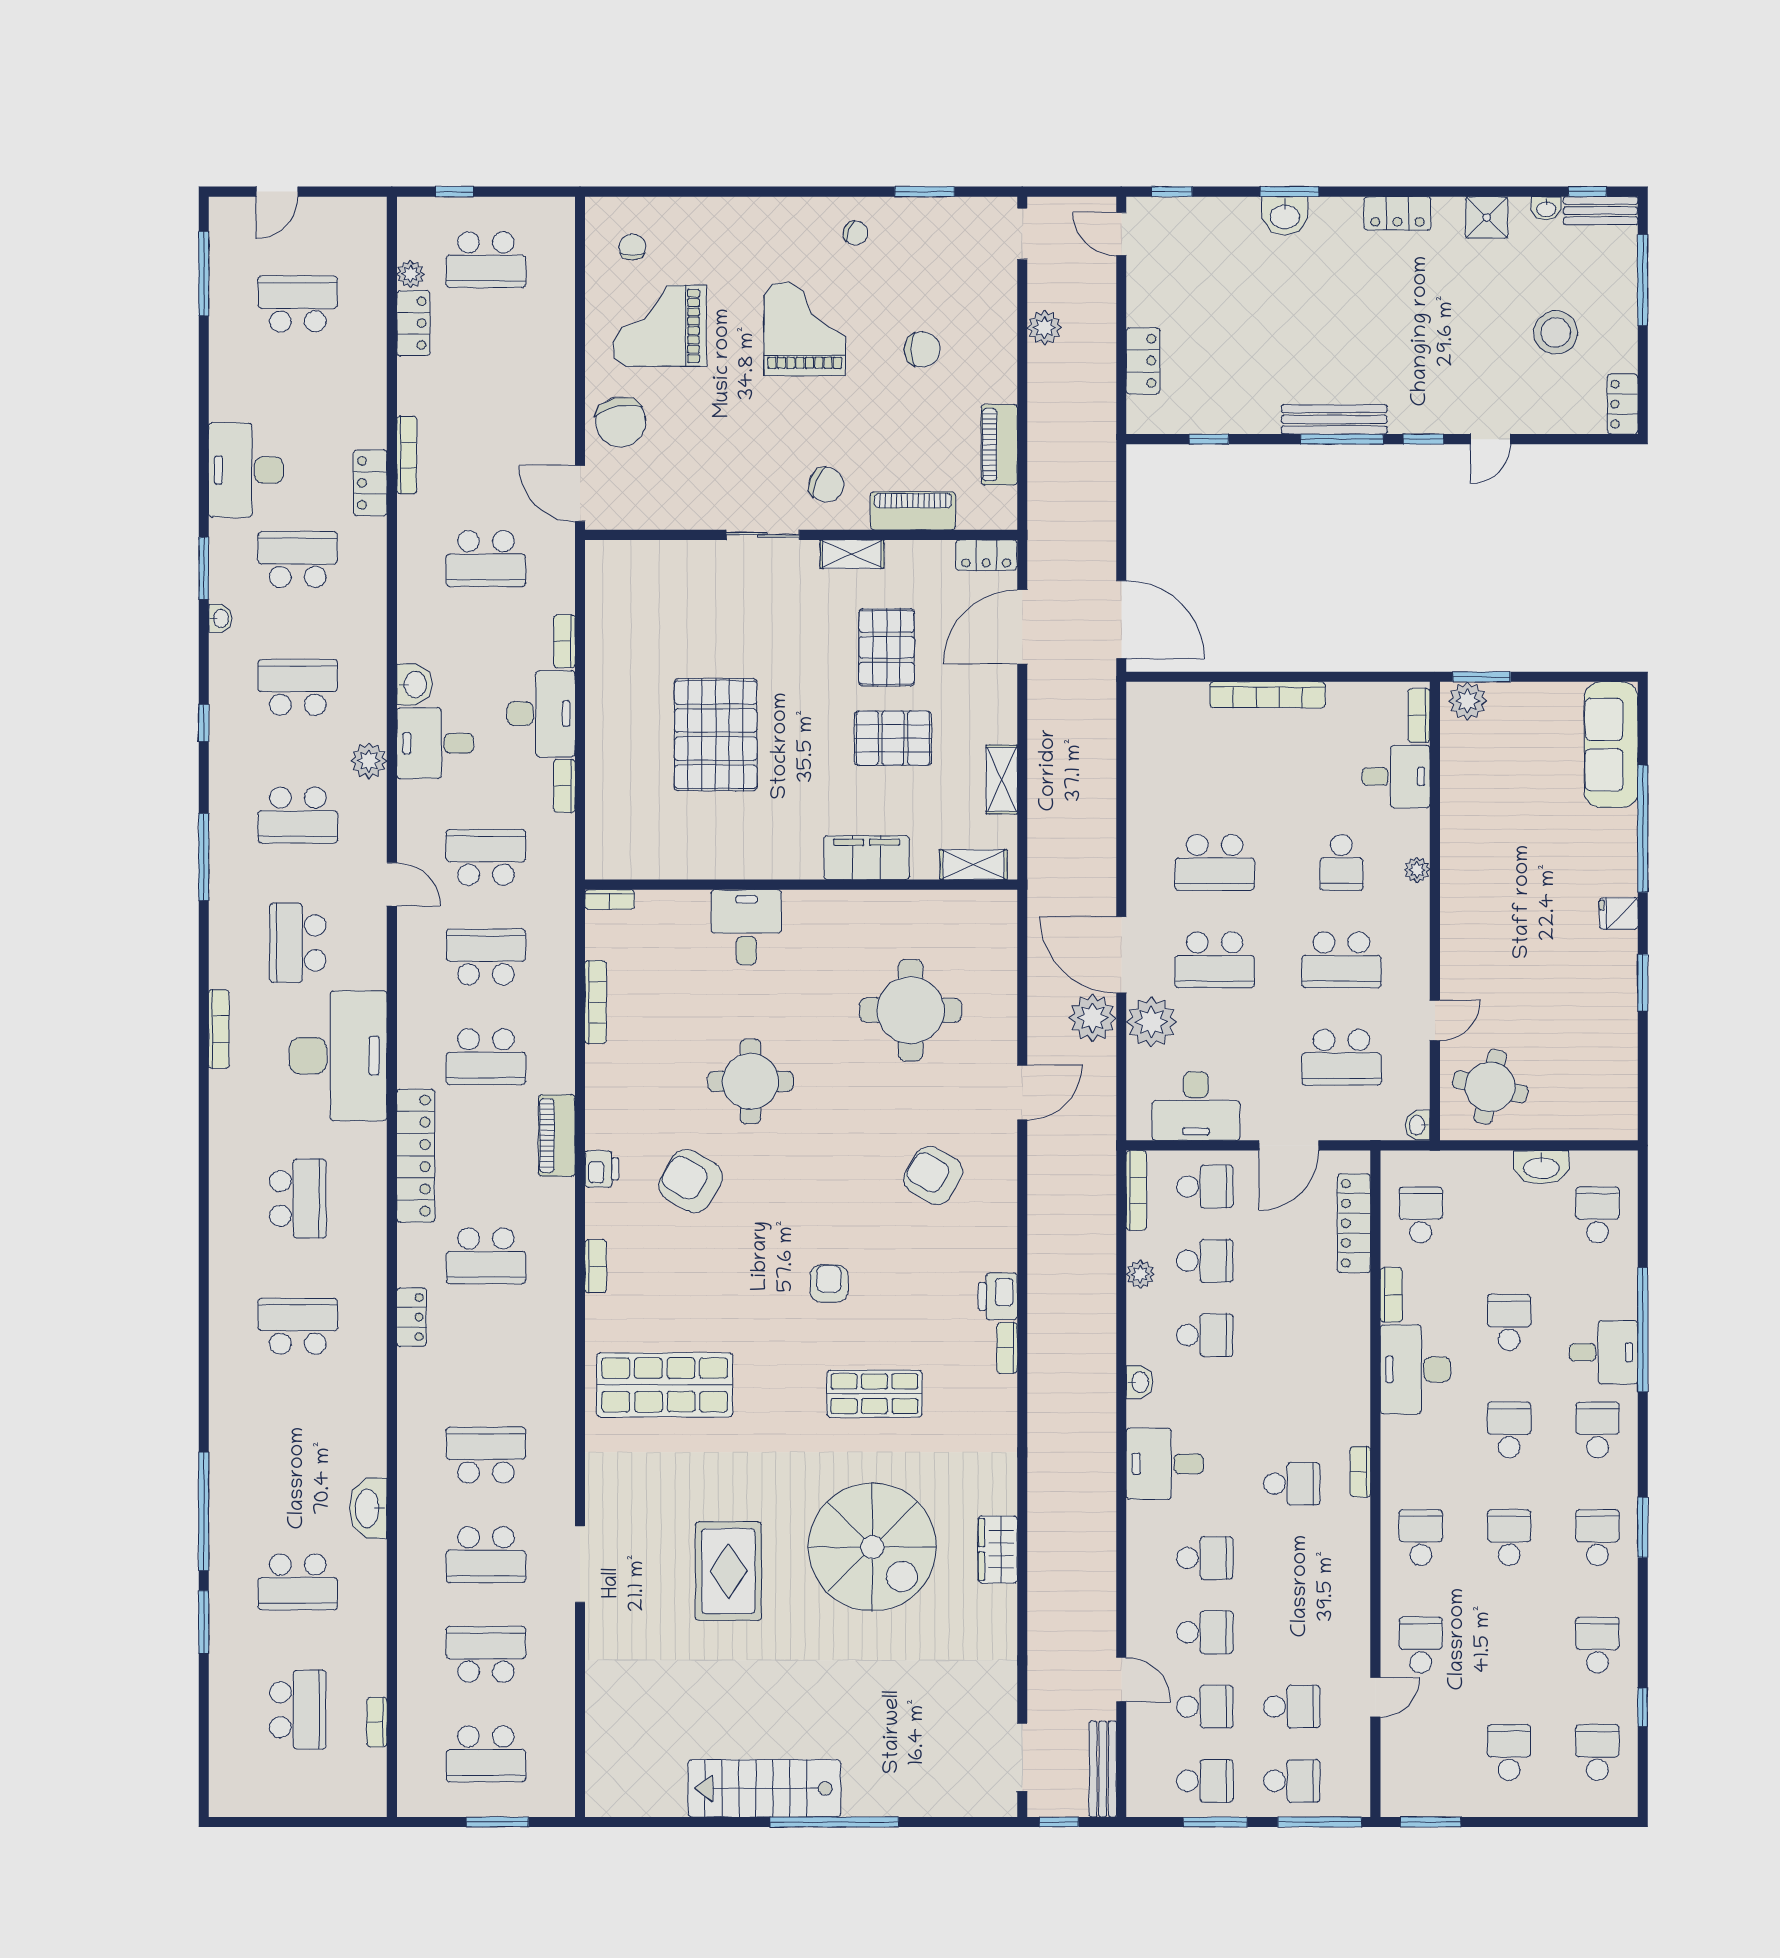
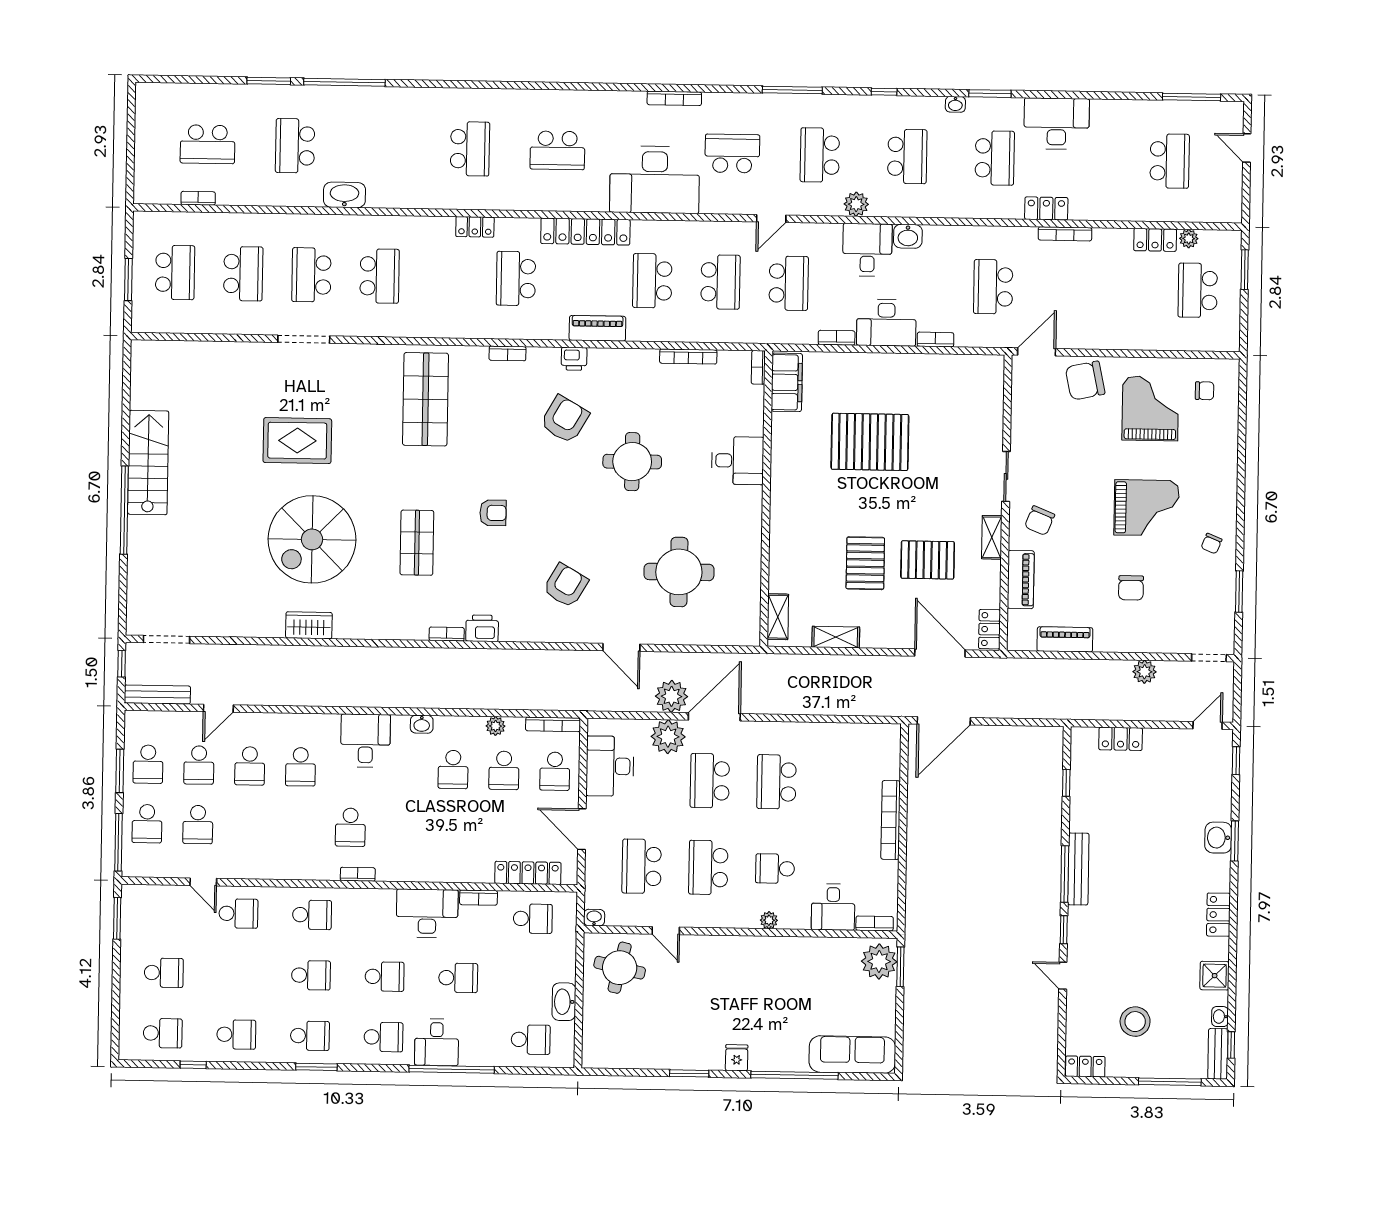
window: (455, 192) -> (1245, 270), width x1.50
plant: (1467, 701) -> (879, 961), width x1.36, depth x1.36
filing cabinet: (867, 858) -> (787, 382), moved
school desk: (486, 1754) -> (175, 272), turned 180

